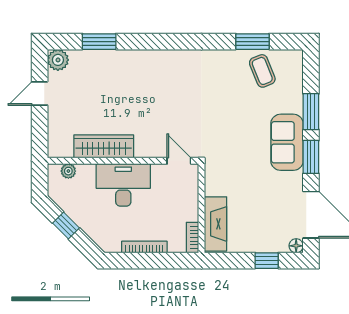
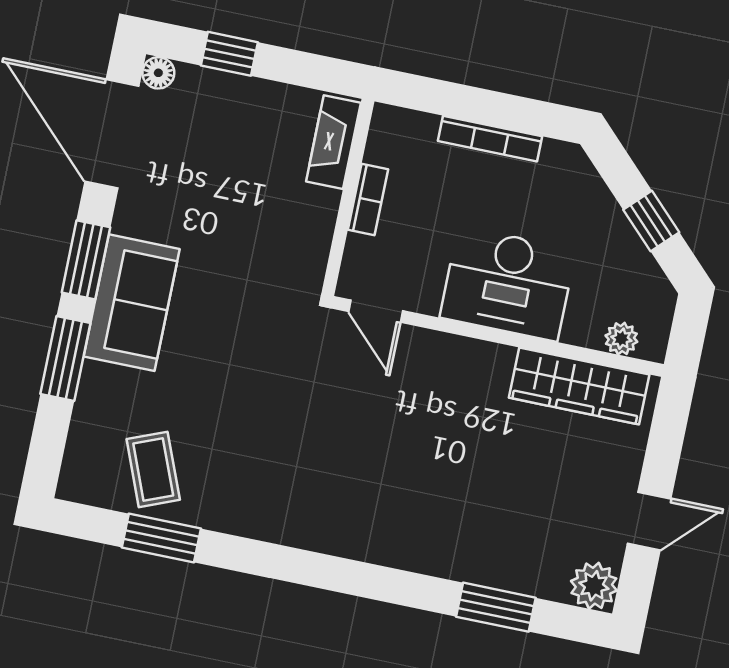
wardrobe: (104, 146) -> (579, 386), moved
fireplace: (216, 224) -> (333, 142), width x0.73, depth x0.76
bookcase: (192, 238) -> (368, 199), moved

